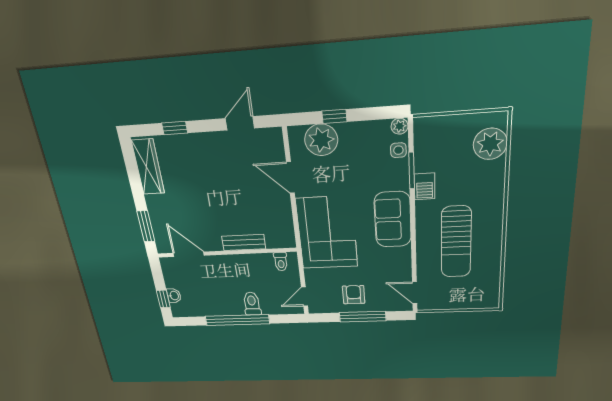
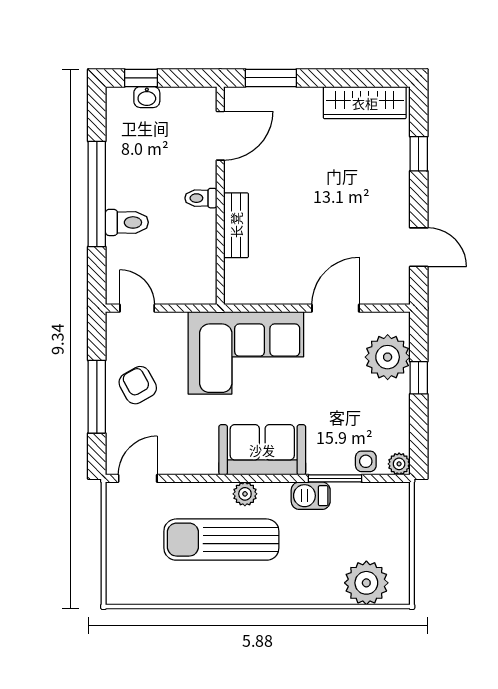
plant: (424, 229) -> (245, 494), added
toilet: (281, 262) -> (201, 198), moved
armchair: (354, 295) -> (138, 385), turned -119

